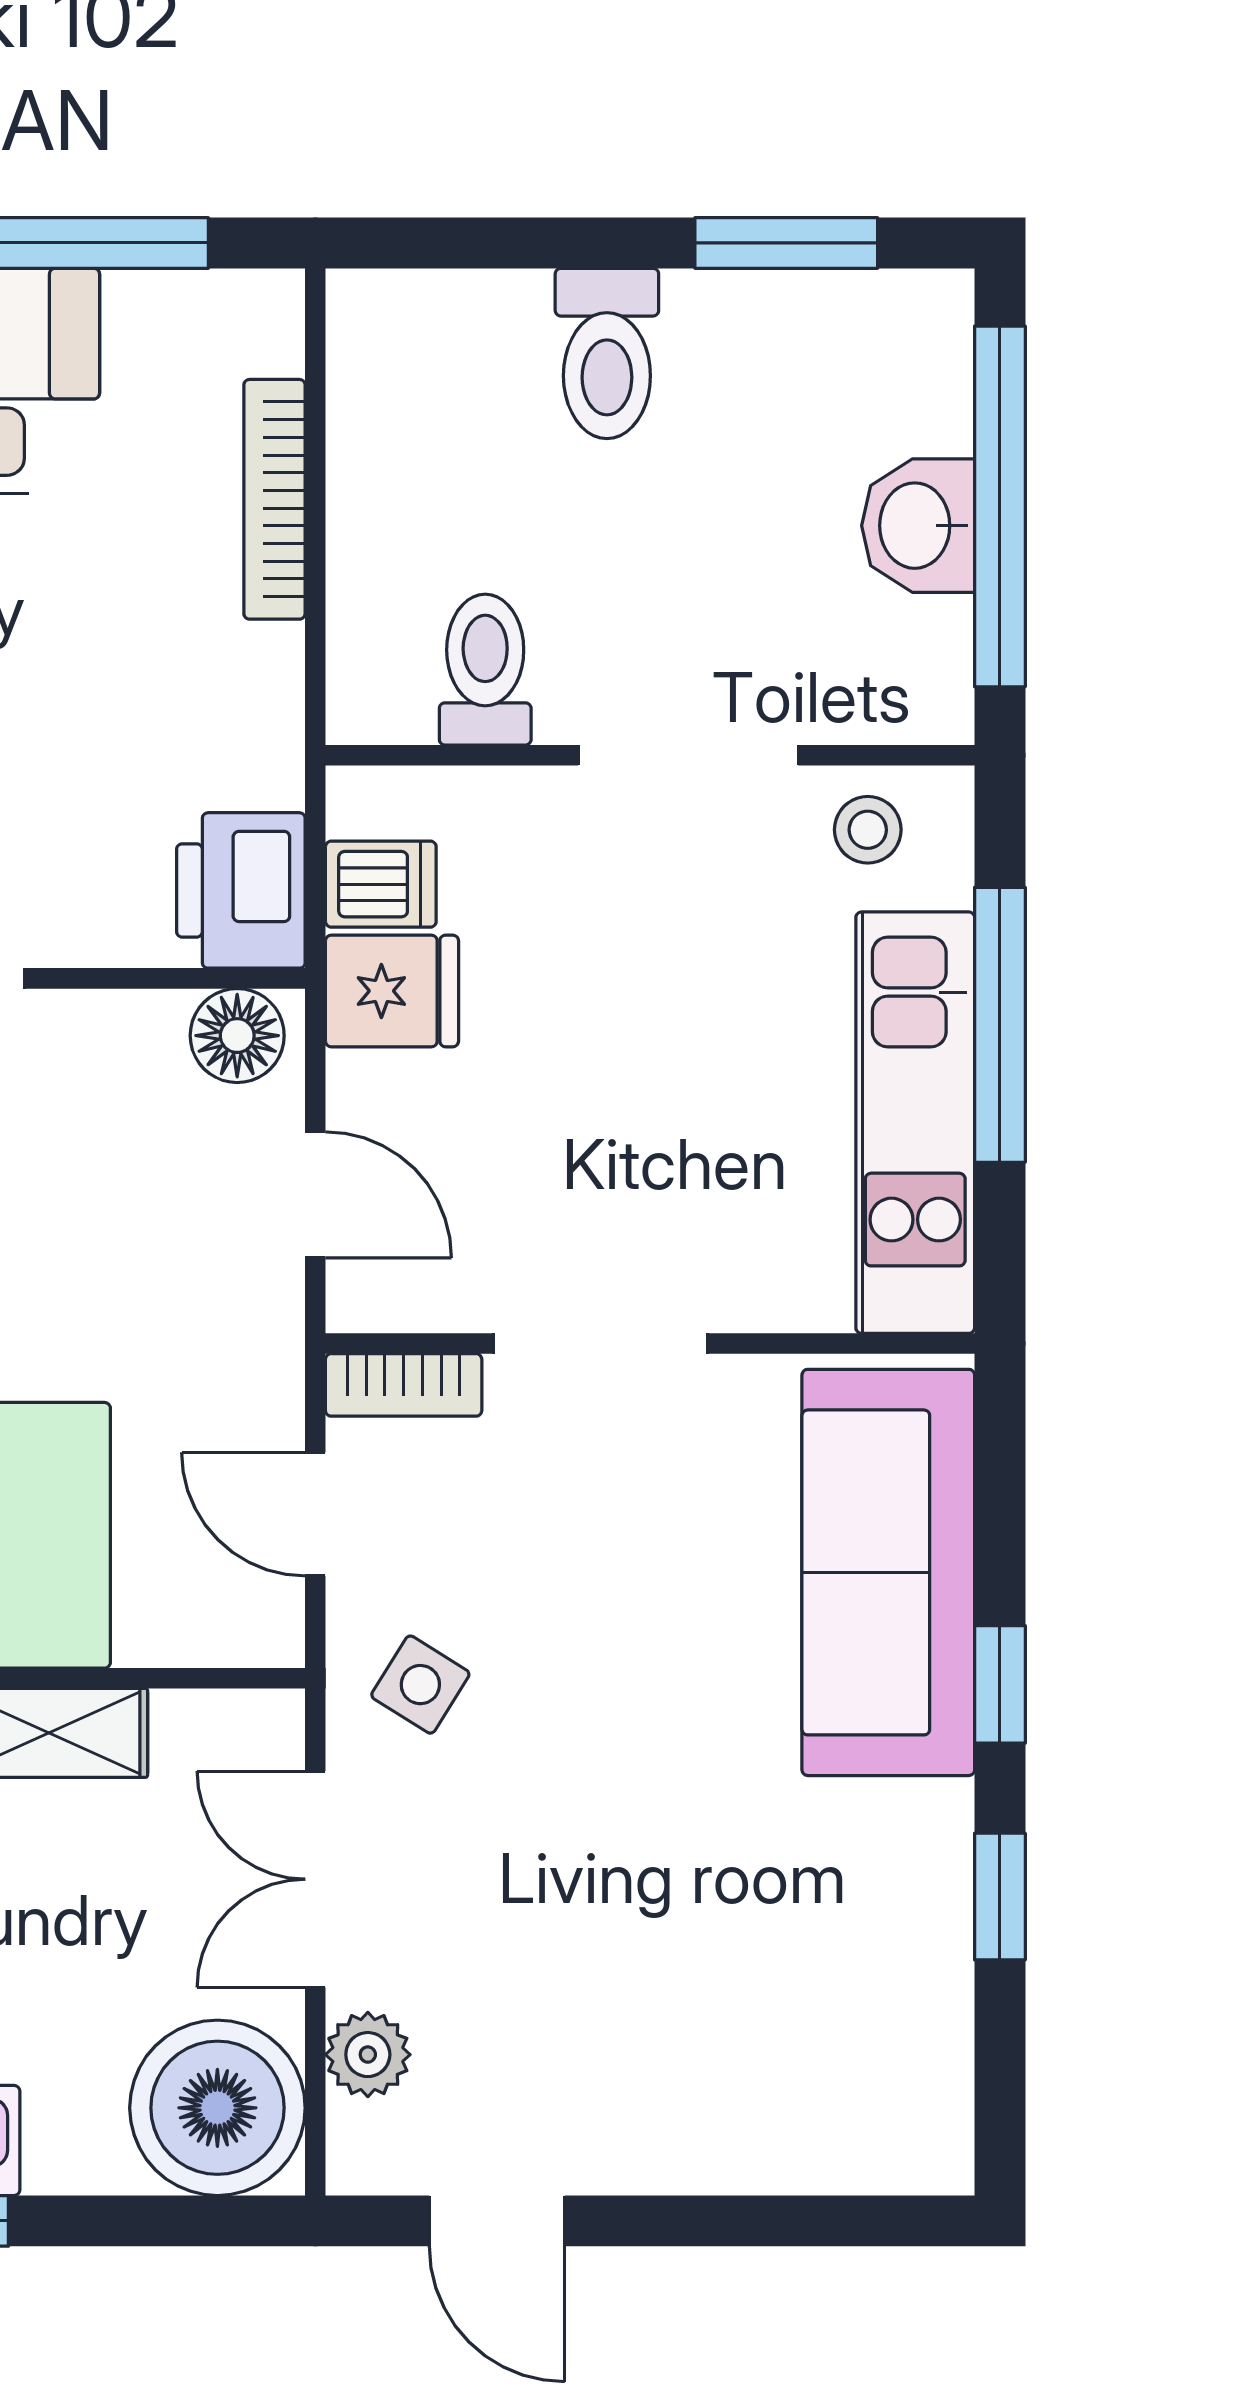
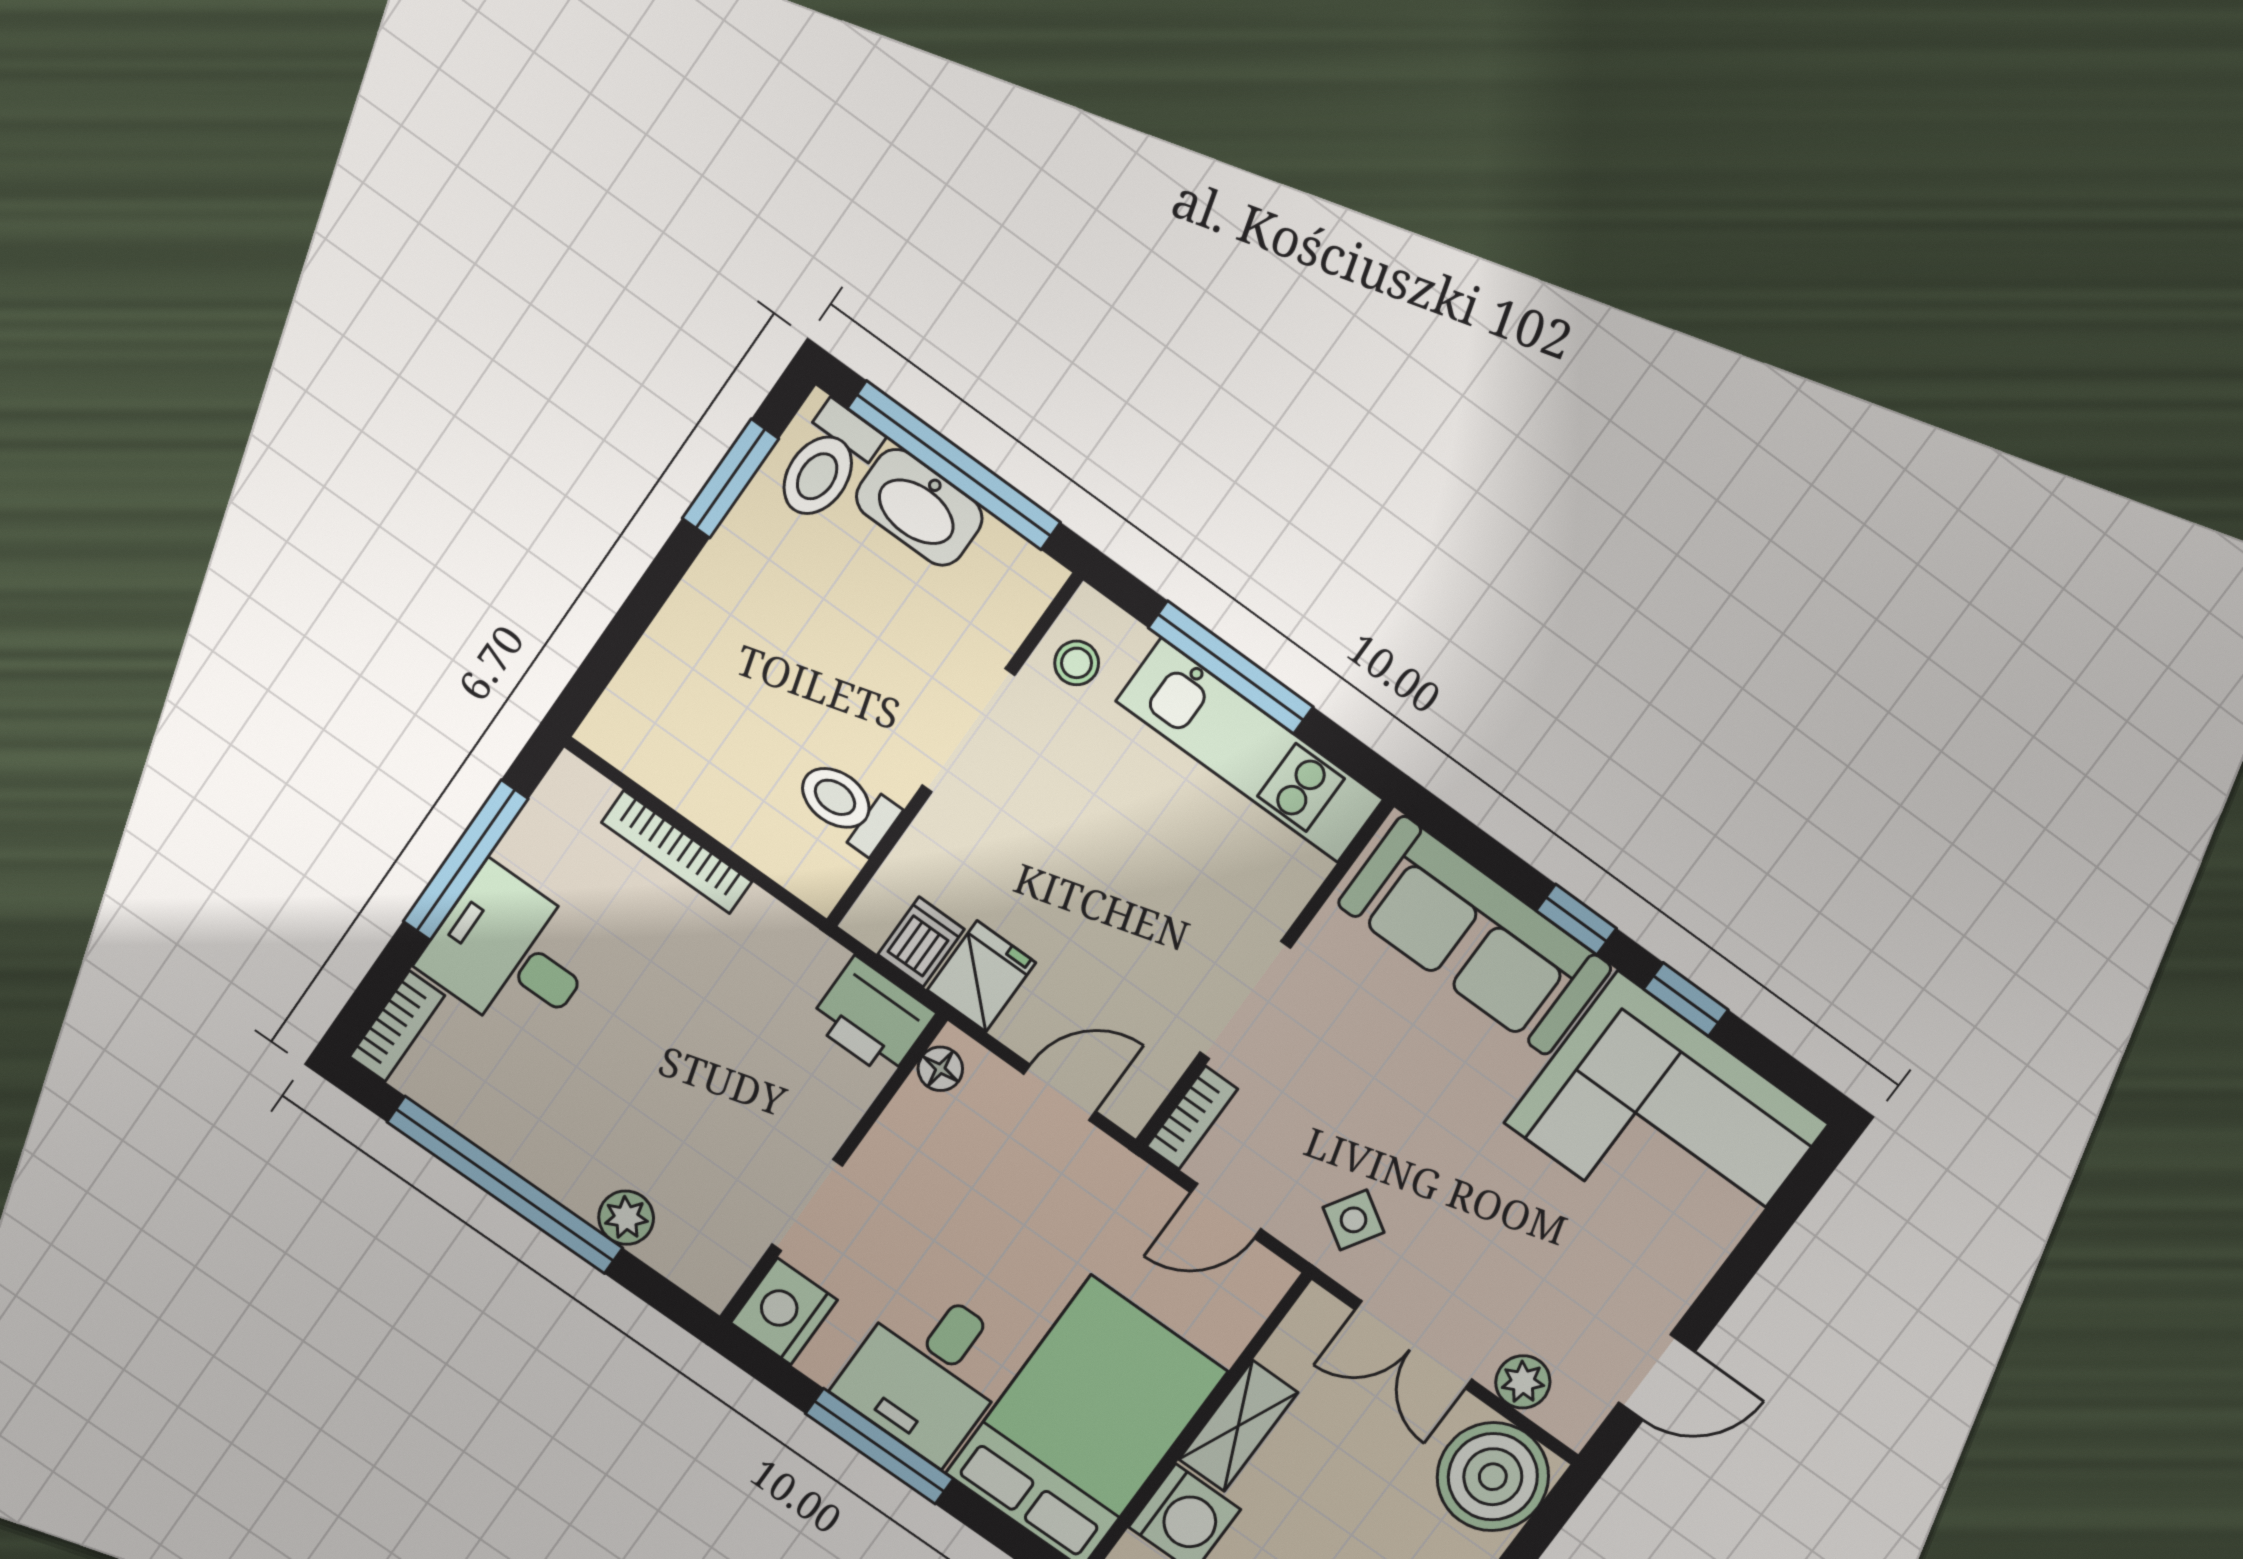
toilet: (607, 354) -> (826, 463), moved, turned 90
washbasin: (918, 526) -> (919, 507), width x1.38
floor lamp: (237, 1036) -> (940, 1069), width x0.73, depth x0.73
corner sofa: (828, 1990) -> (1666, 1123), added

